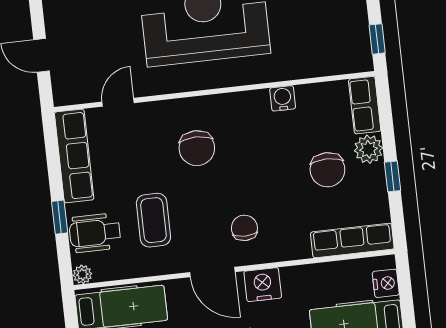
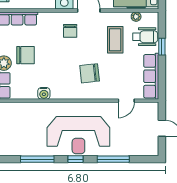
chair: (197, 148) -> (90, 73), turned -96
chair: (327, 170) -> (25, 55), turned 90
plant: (82, 274) -> (136, 17), moved

